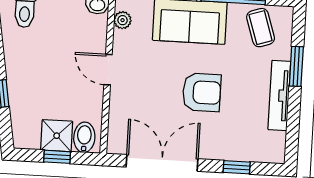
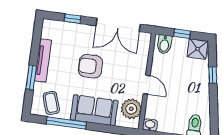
plant: (123, 20) -> (131, 109), width x1.88, depth x1.88
shower: (57, 136) -> (198, 49), moved

